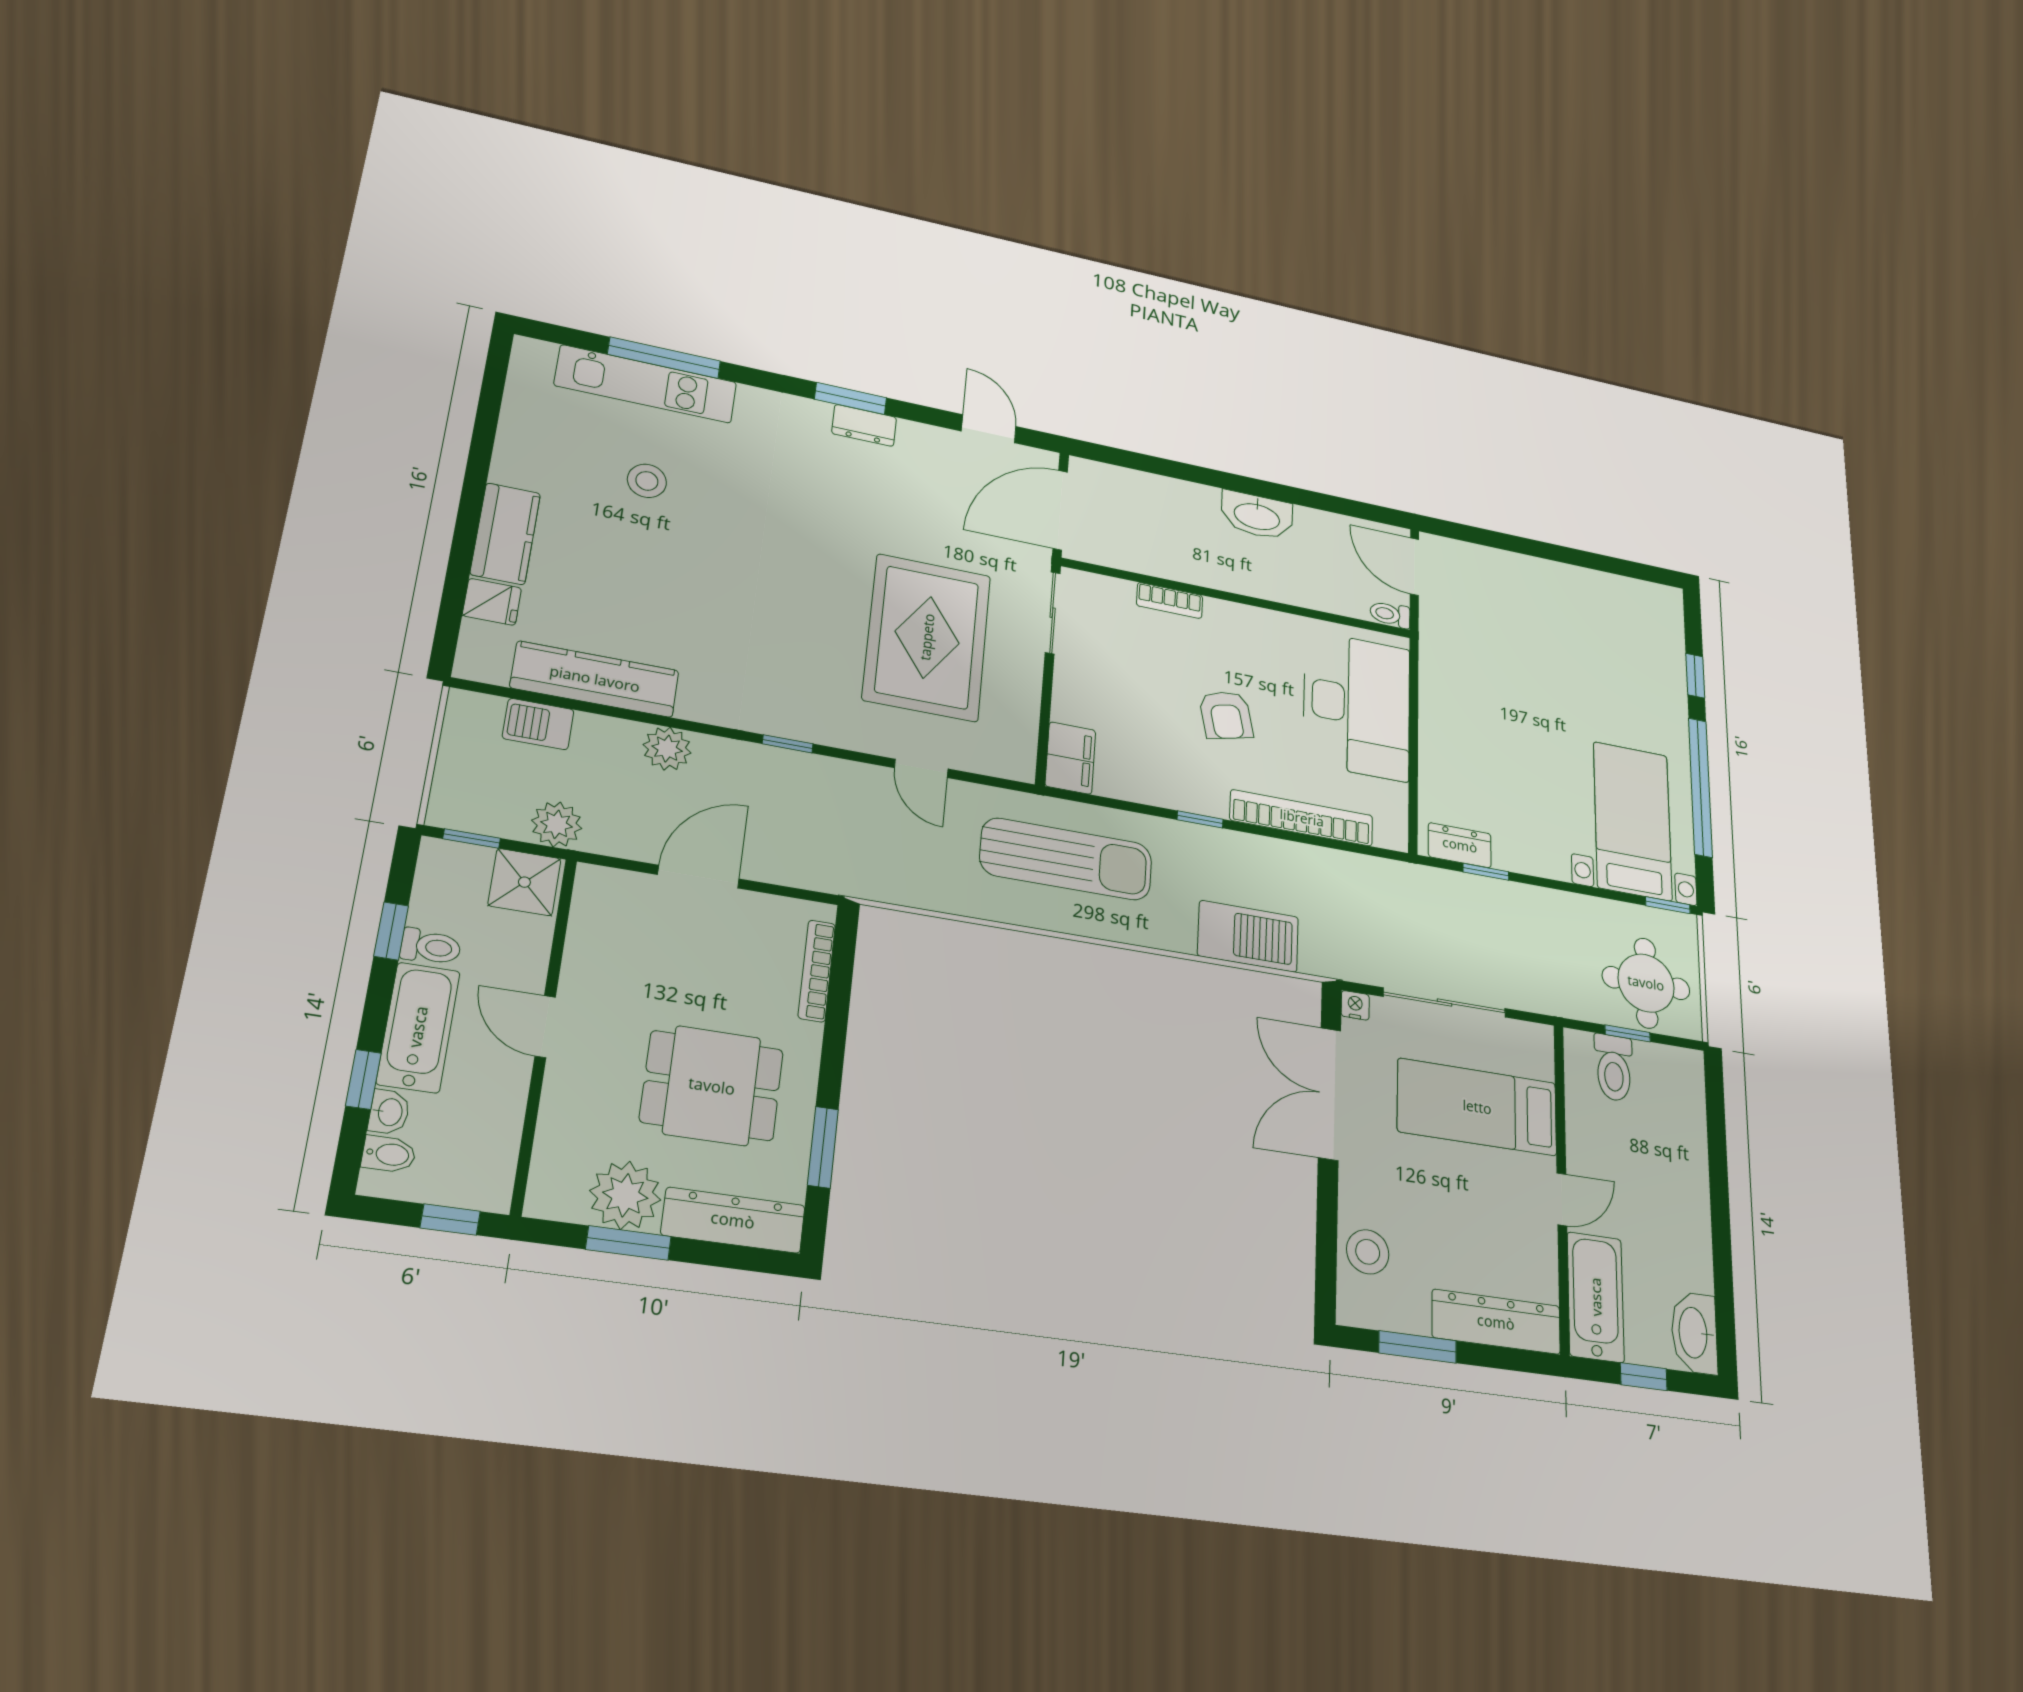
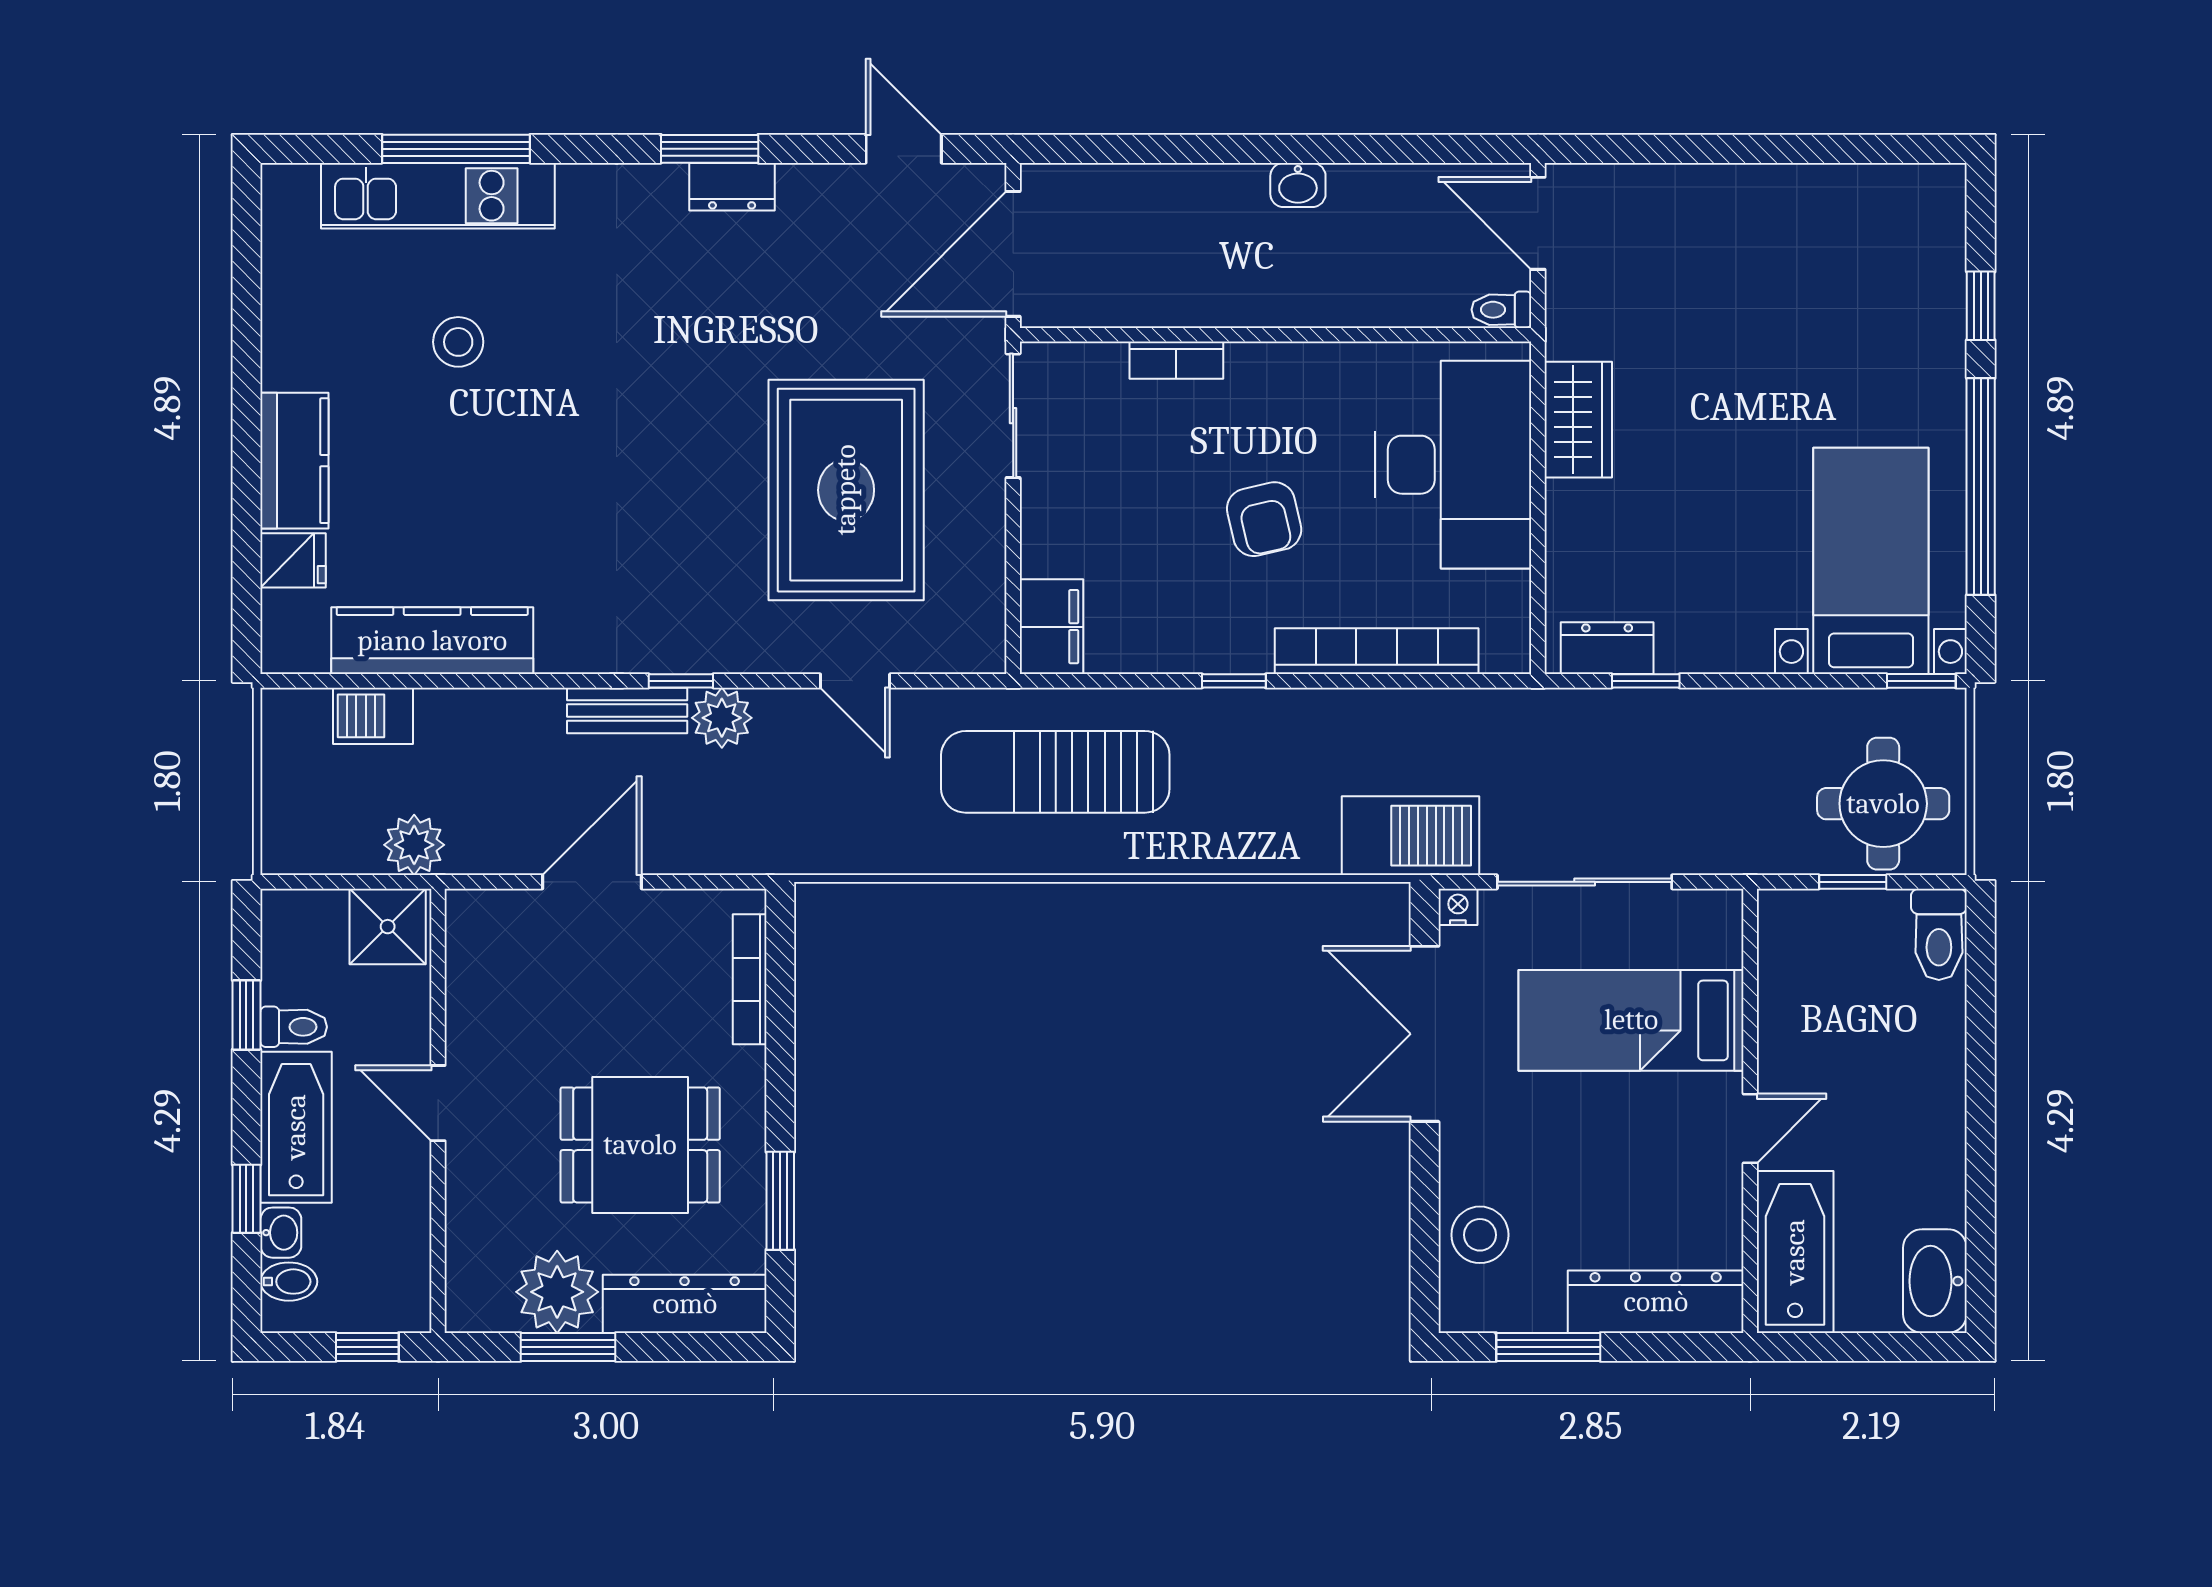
washbasin: (1257, 516) -> (1298, 185), width x0.52, depth x0.69
wardrobe: (1440, 693) -> (1578, 420), added
plant: (667, 749) -> (722, 718), moved
bench: (743, 757) -> (627, 711), added
window: (472, 838) -> (318, 882), removed
sun lounger: (1066, 859) -> (1055, 772), turned 180
barbecue: (1248, 936) -> (1411, 836), moved
toilet: (1614, 1068) -> (1939, 934), moved
window: (1644, 1377) -> (1860, 1347), removed

